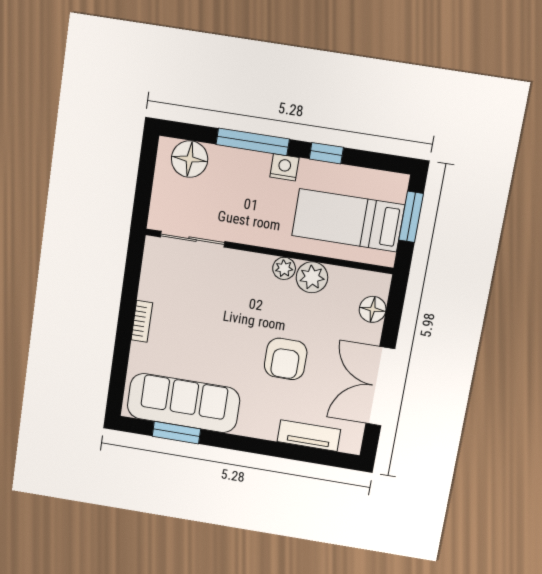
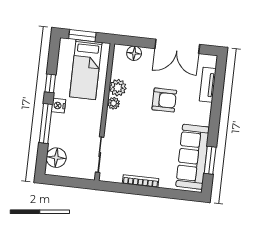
bookcase: (142, 321) -> (141, 181), width x1.56

